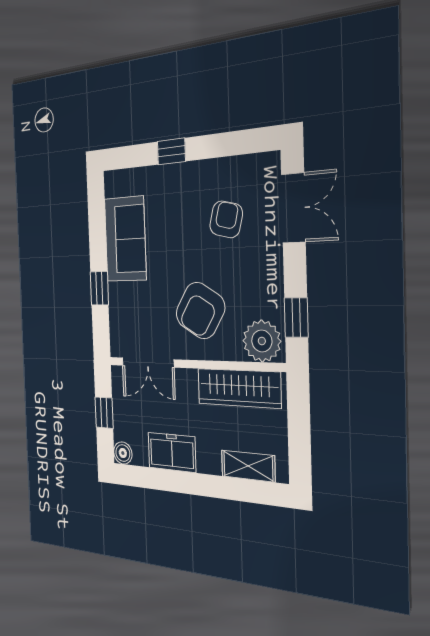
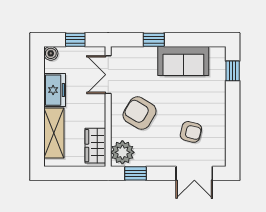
window: (171, 151) -> (233, 71), moved
wardrobe: (239, 388) -> (95, 146), width x0.67
shelving: (248, 466) -> (54, 133), width x1.50, depth x1.33

